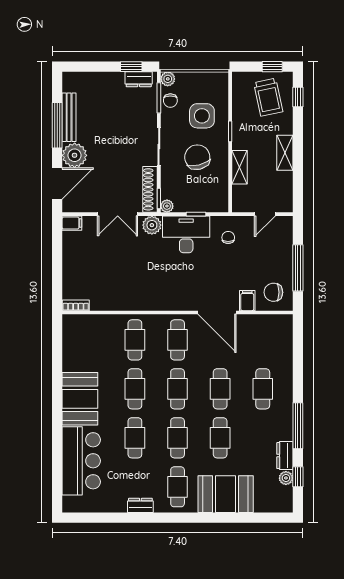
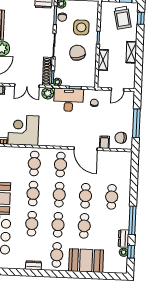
corner desk: (115, 287) -> (23, 130), added

